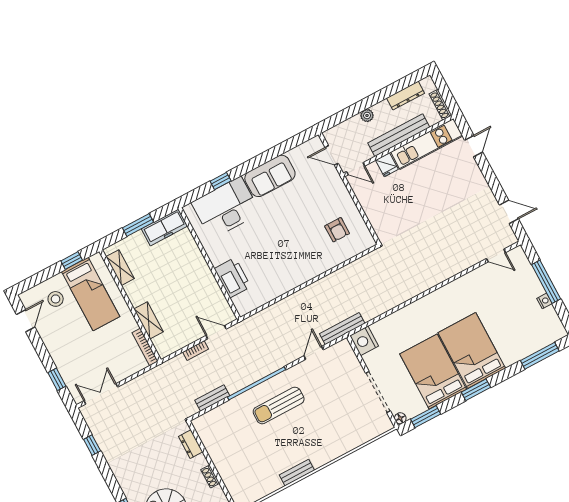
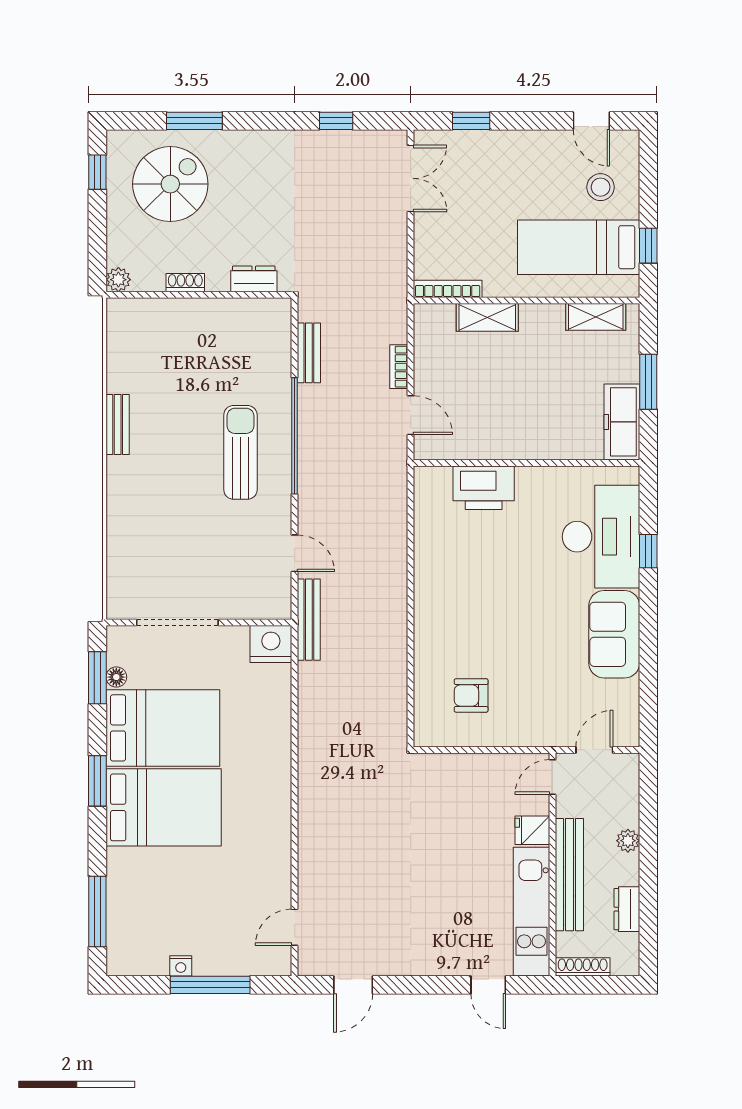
dresser: (405, 96) -> (627, 909), width x0.70
door: (216, 332) -> (411, 415), hinge flipped
floor lamp: (400, 418) -> (116, 677), moved

